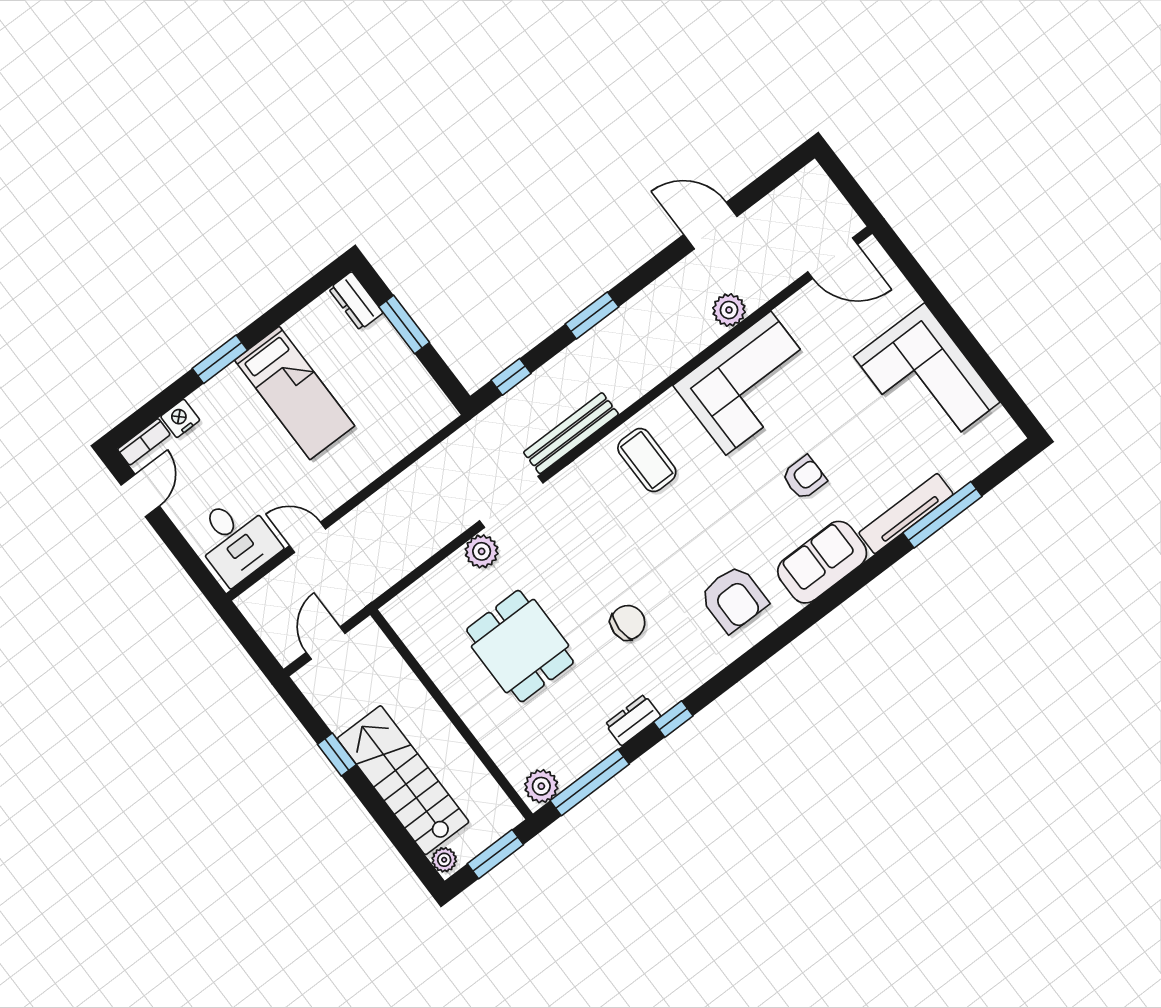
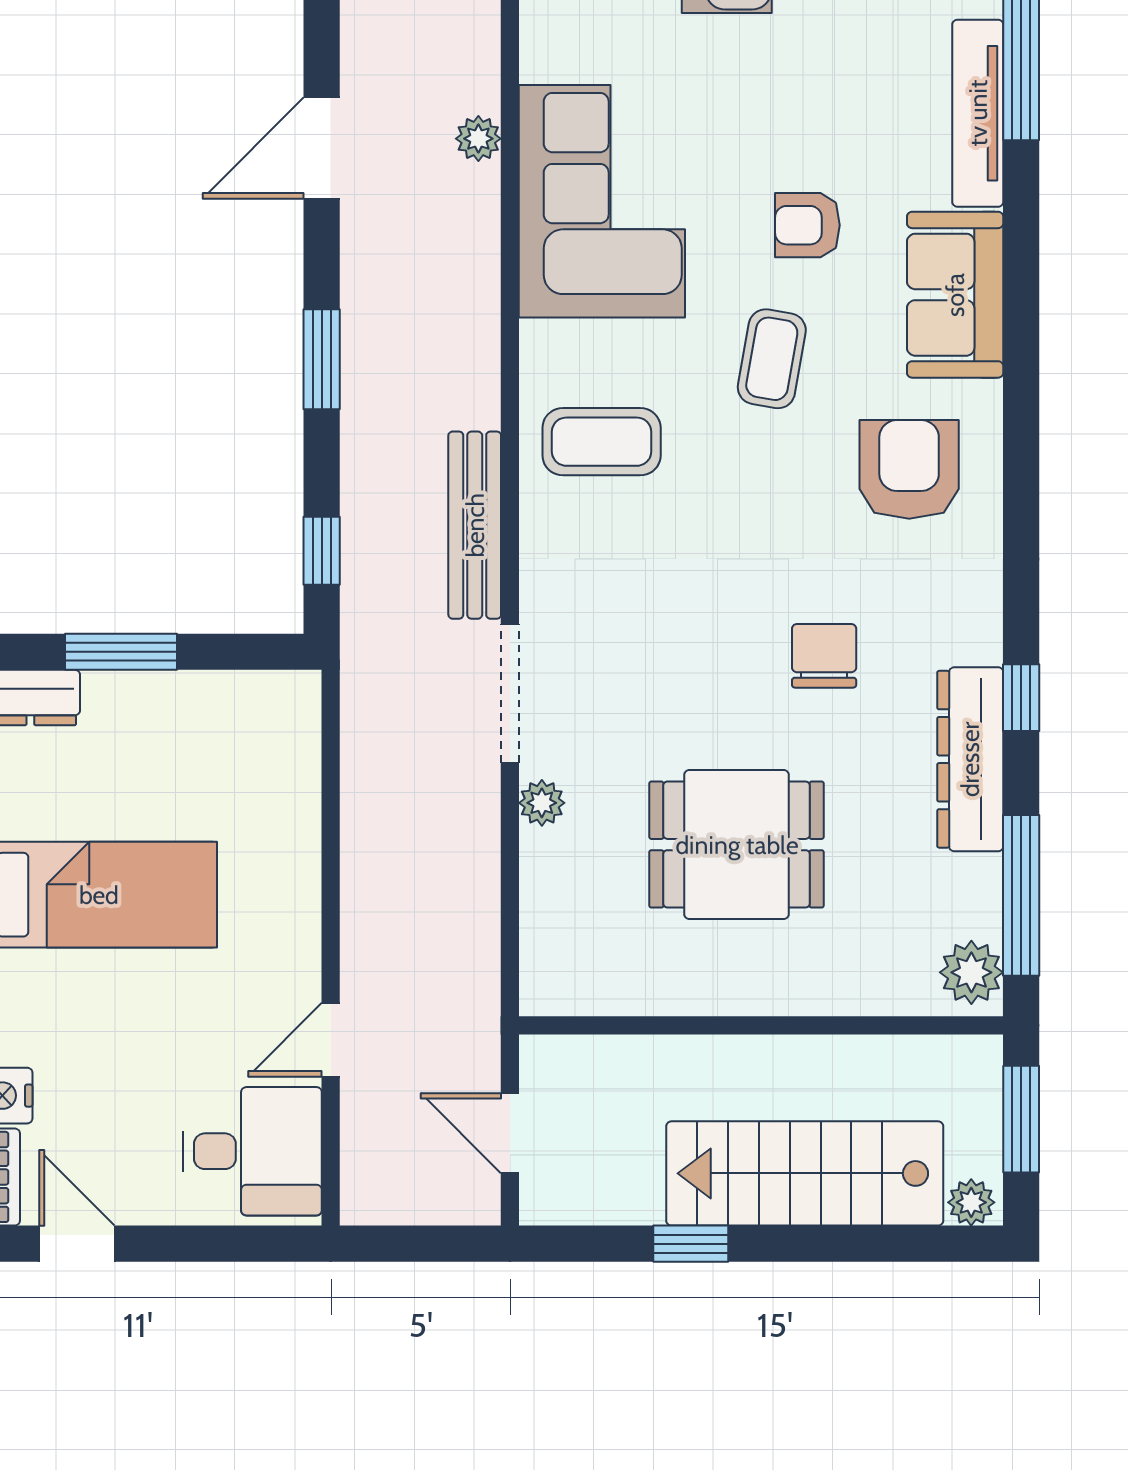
door: (710, 226) -> (322, 148), moved
plant: (729, 310) -> (478, 139), width x0.73, depth x0.73
armchair: (804, 478) -> (807, 225), turned -90
coffee table: (736, 505) -> (772, 359), added
plant: (482, 551) -> (542, 803), width x0.73, depth x0.73
armchair: (734, 599) -> (909, 469), turned -90
dresser: (633, 720) -> (970, 759), width x1.96, depth x1.24

